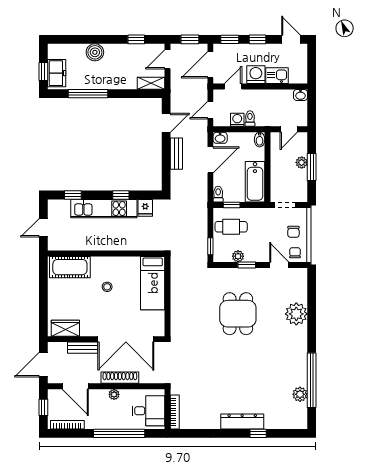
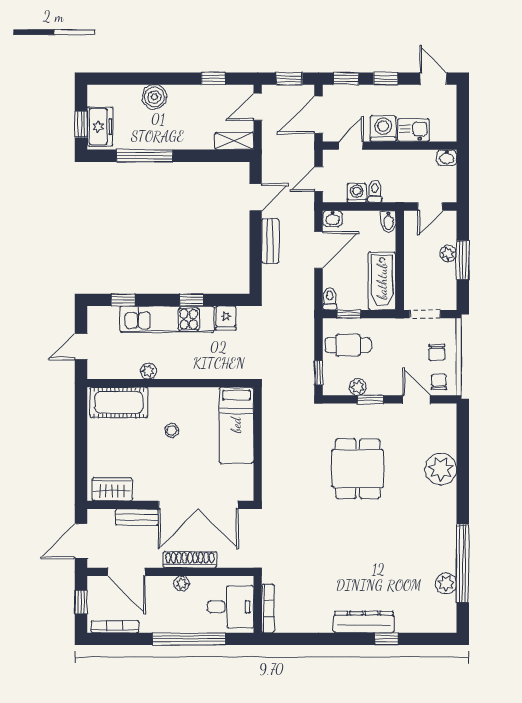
plant: (91, 245) -> (148, 371), added

